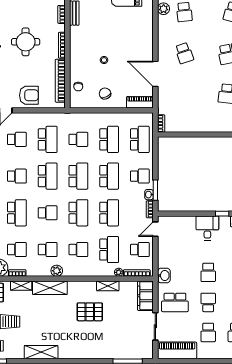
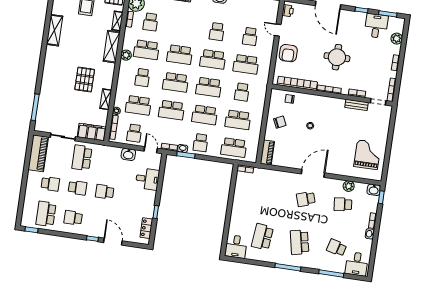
door: (155, 74) -> (313, 173), moved
school desk: (17, 213) -> (184, 27), removed
school desk: (48, 213) -> (180, 55), width x1.85
desk: (207, 228) -> (147, 179), moved
school desk: (48, 250) -> (146, 50), width x1.85
washbasin: (164, 276) -> (128, 154), moved
school desk: (208, 332) -> (50, 184), turned 180

